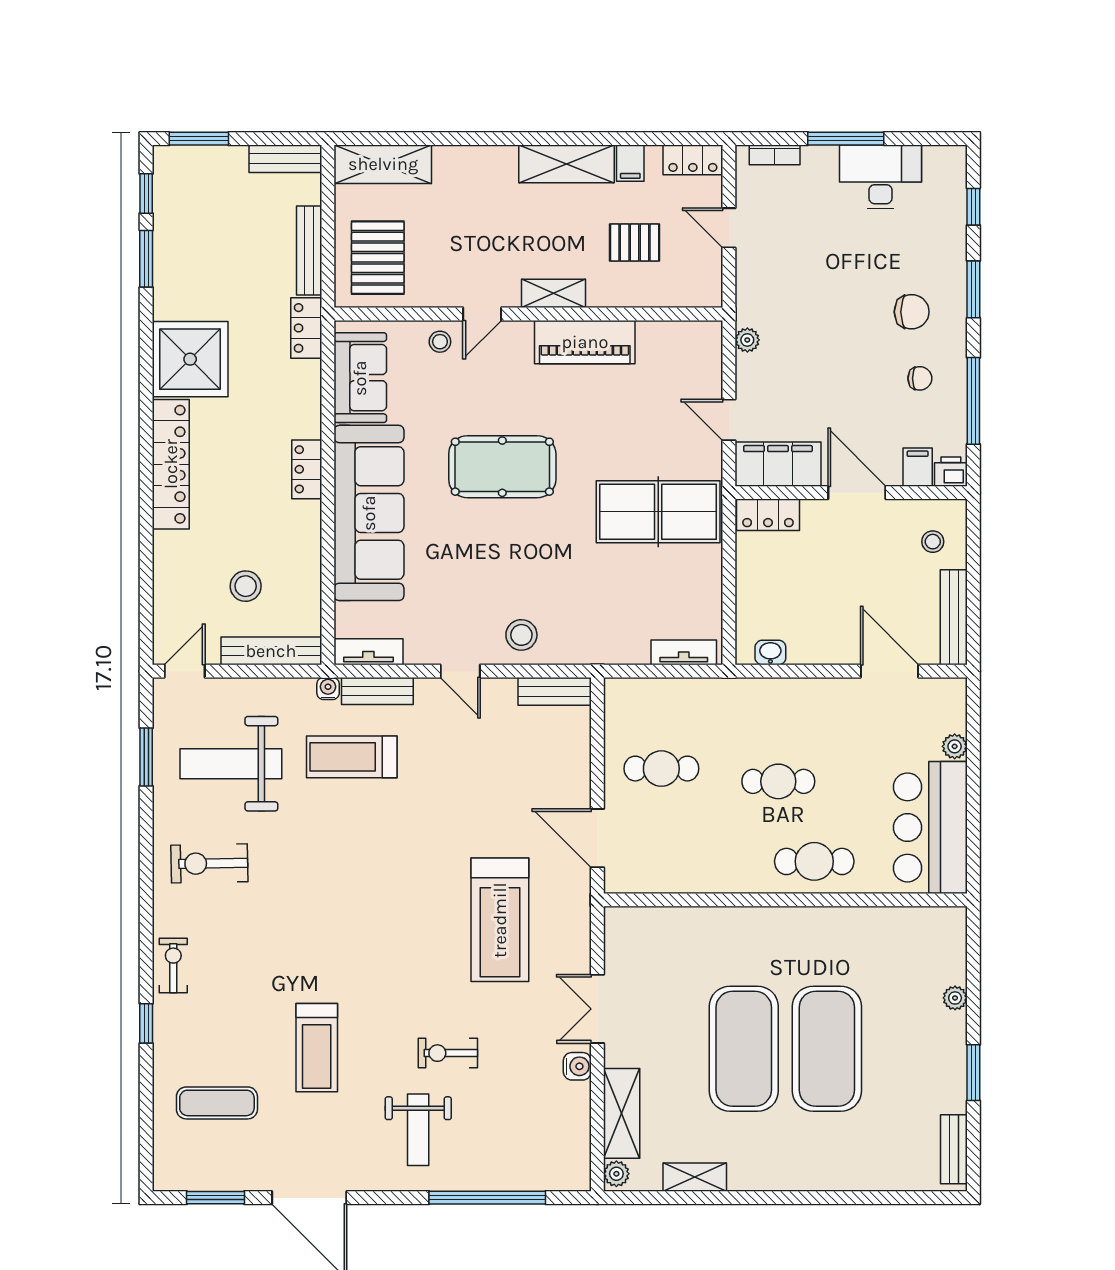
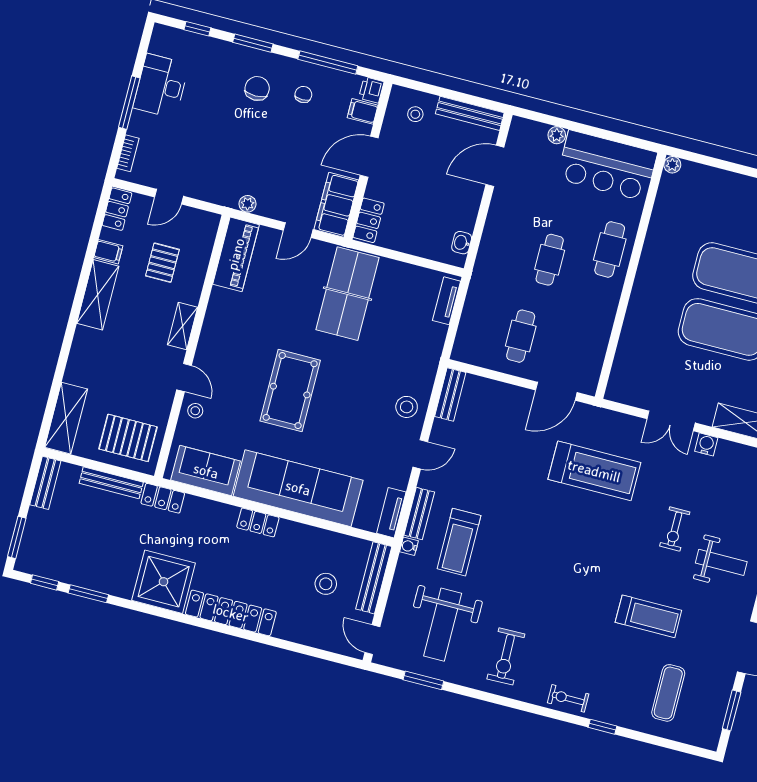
piano: (585, 342) -> (236, 254), moved
plant: (955, 998) -> (672, 165), moved

